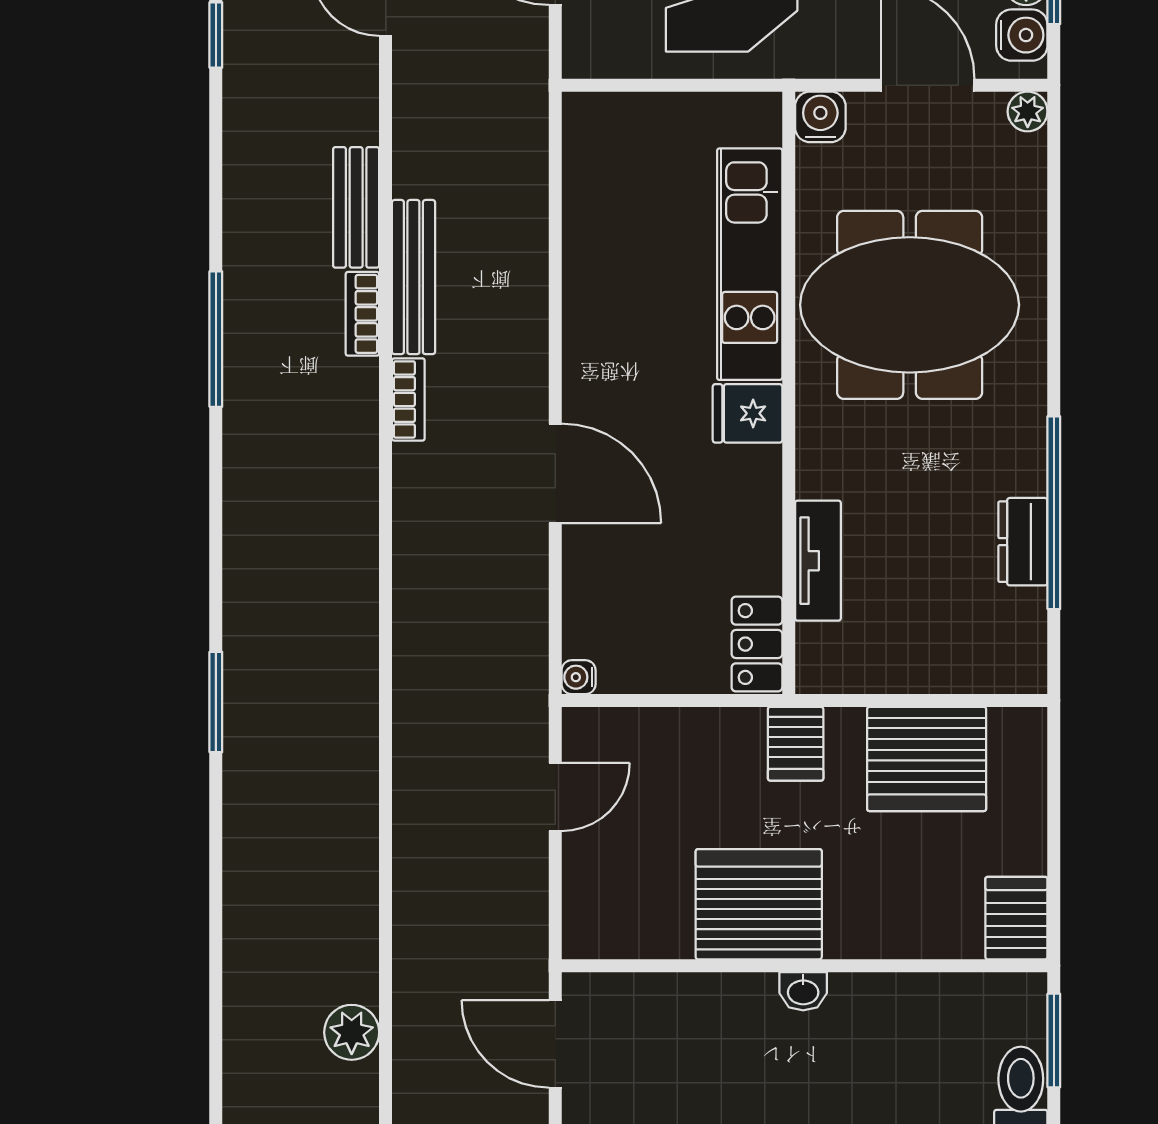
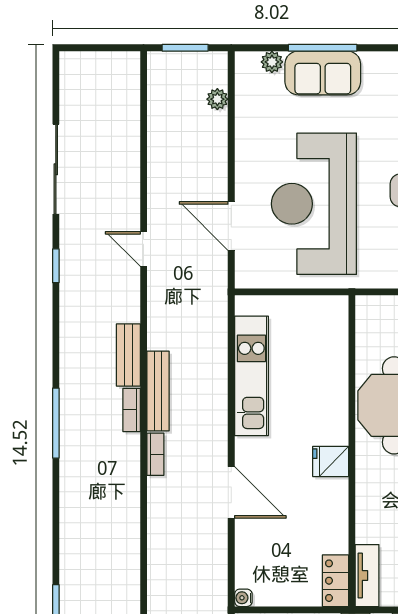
water cooler: (820, 117) -> (368, 308), removed
kitchen unit: (750, 264) -> (251, 376), moved, turned 180
tv unit: (818, 561) -> (367, 576), moved

